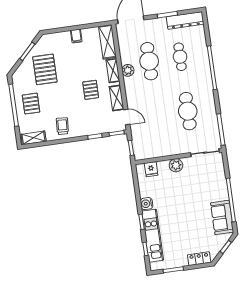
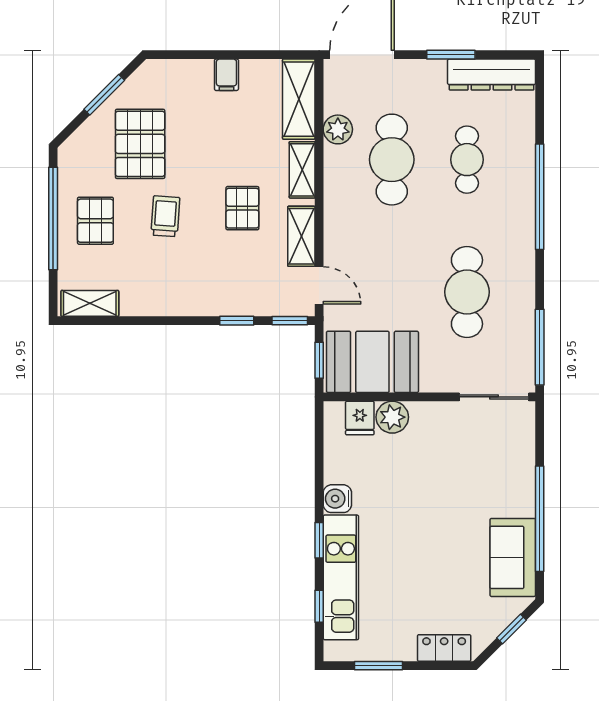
plant: (128, 70) -> (338, 129), moved
trolley: (62, 126) -> (165, 216), moved
booth: (153, 145) -> (372, 362), added
plant: (176, 165) -> (392, 417), moved

